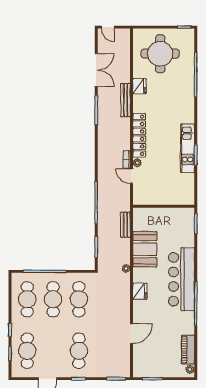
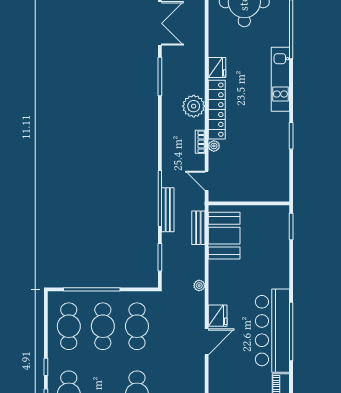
fridge: (139, 86) -> (217, 68), moved
bench: (126, 100) -> (168, 210), moved
plant: (122, 133) -> (194, 106), added
kitchen unit: (188, 148) -> (280, 79), moved
door: (132, 176) -> (207, 181), moved
booth: (145, 249) -> (224, 236), moved
bar counter: (181, 279) -> (272, 331), moved
door: (132, 333) -> (207, 342), moved

